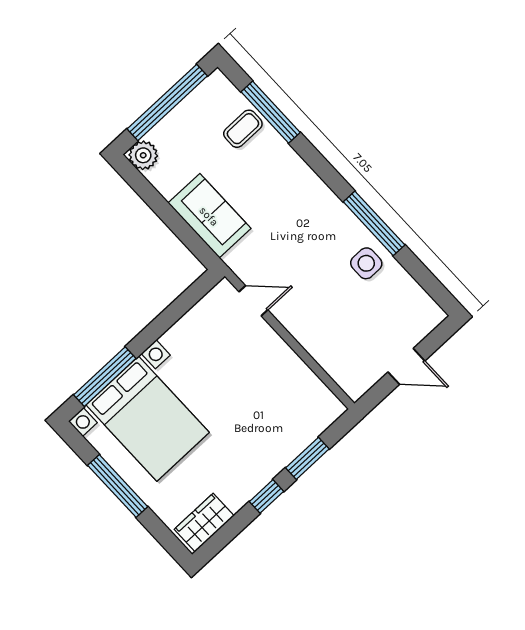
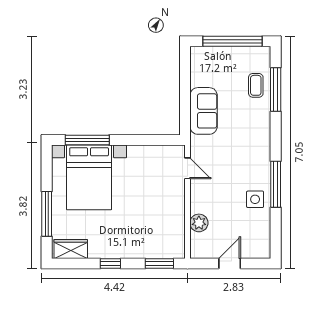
coffee table: (243, 129) -> (256, 85), turned 90
plant: (143, 155) -> (199, 223), moved
door: (406, 366) -> (230, 264), swing flipped
window: (307, 458) -> (159, 264), moved
window: (118, 486) -> (47, 214), moved

